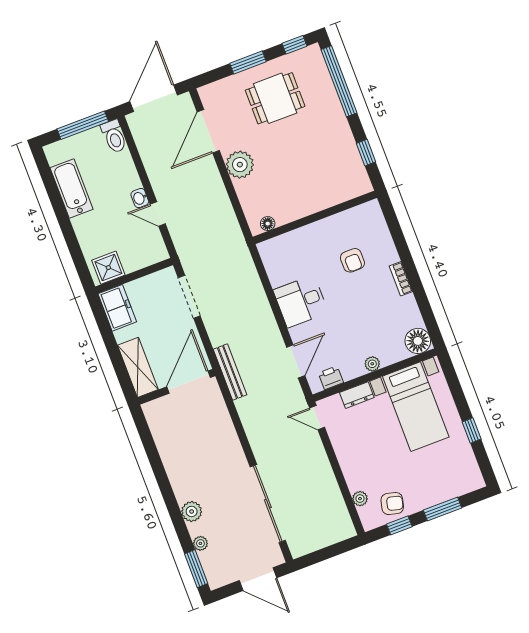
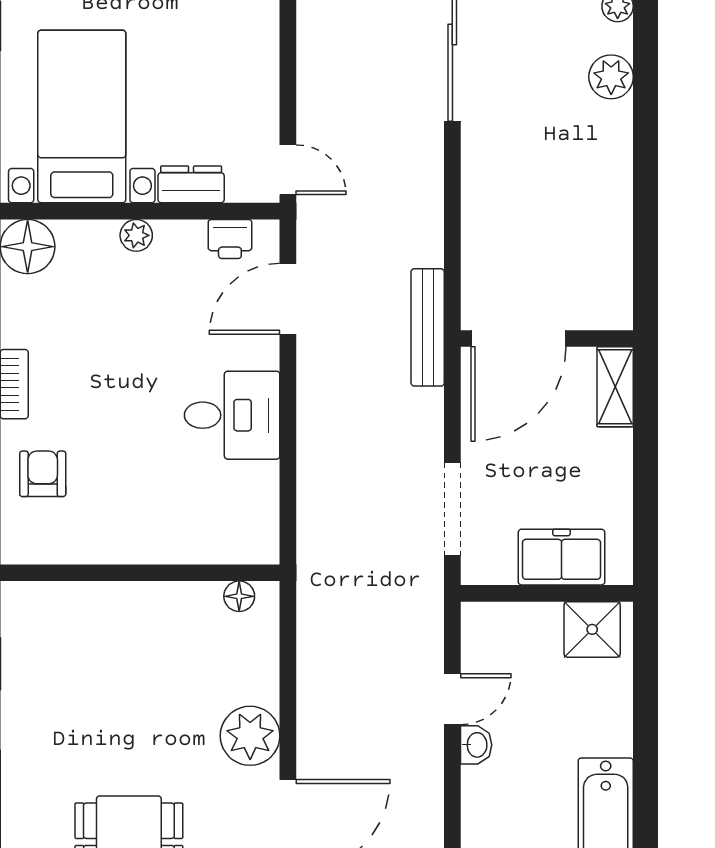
door: (158, 214) -> (452, 699), hinge flipped
armchair: (352, 260) -> (43, 474), moved
freezer: (117, 308) -> (561, 557), moved, turned 90
shelving: (138, 367) -> (615, 387), width x0.67, depth x0.75

